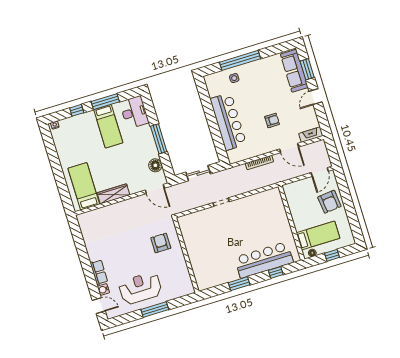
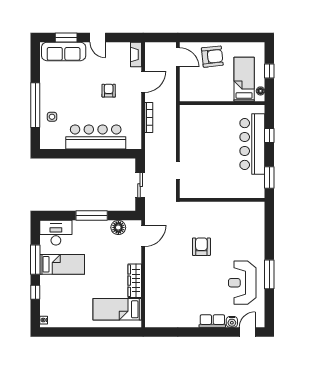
armchair: (161, 243) -> (201, 247), turned 90
wall: (186, 255) -> (222, 200), moved

